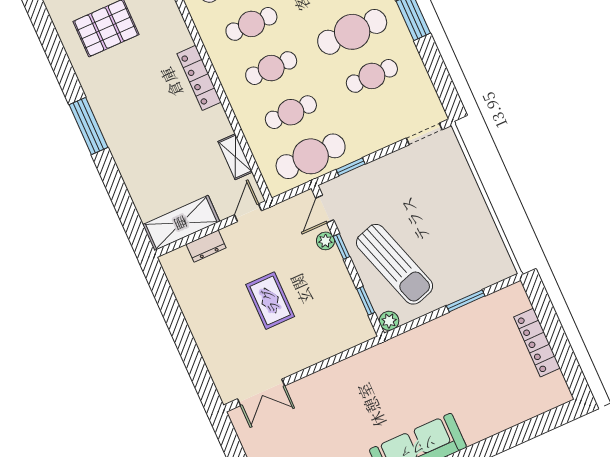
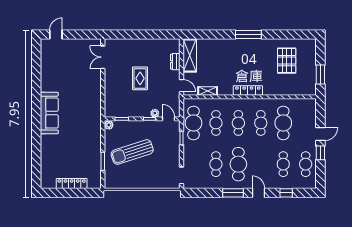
sun lounger: (395, 264) -> (132, 152), moved
rug: (270, 301) -> (140, 78), turned 90

